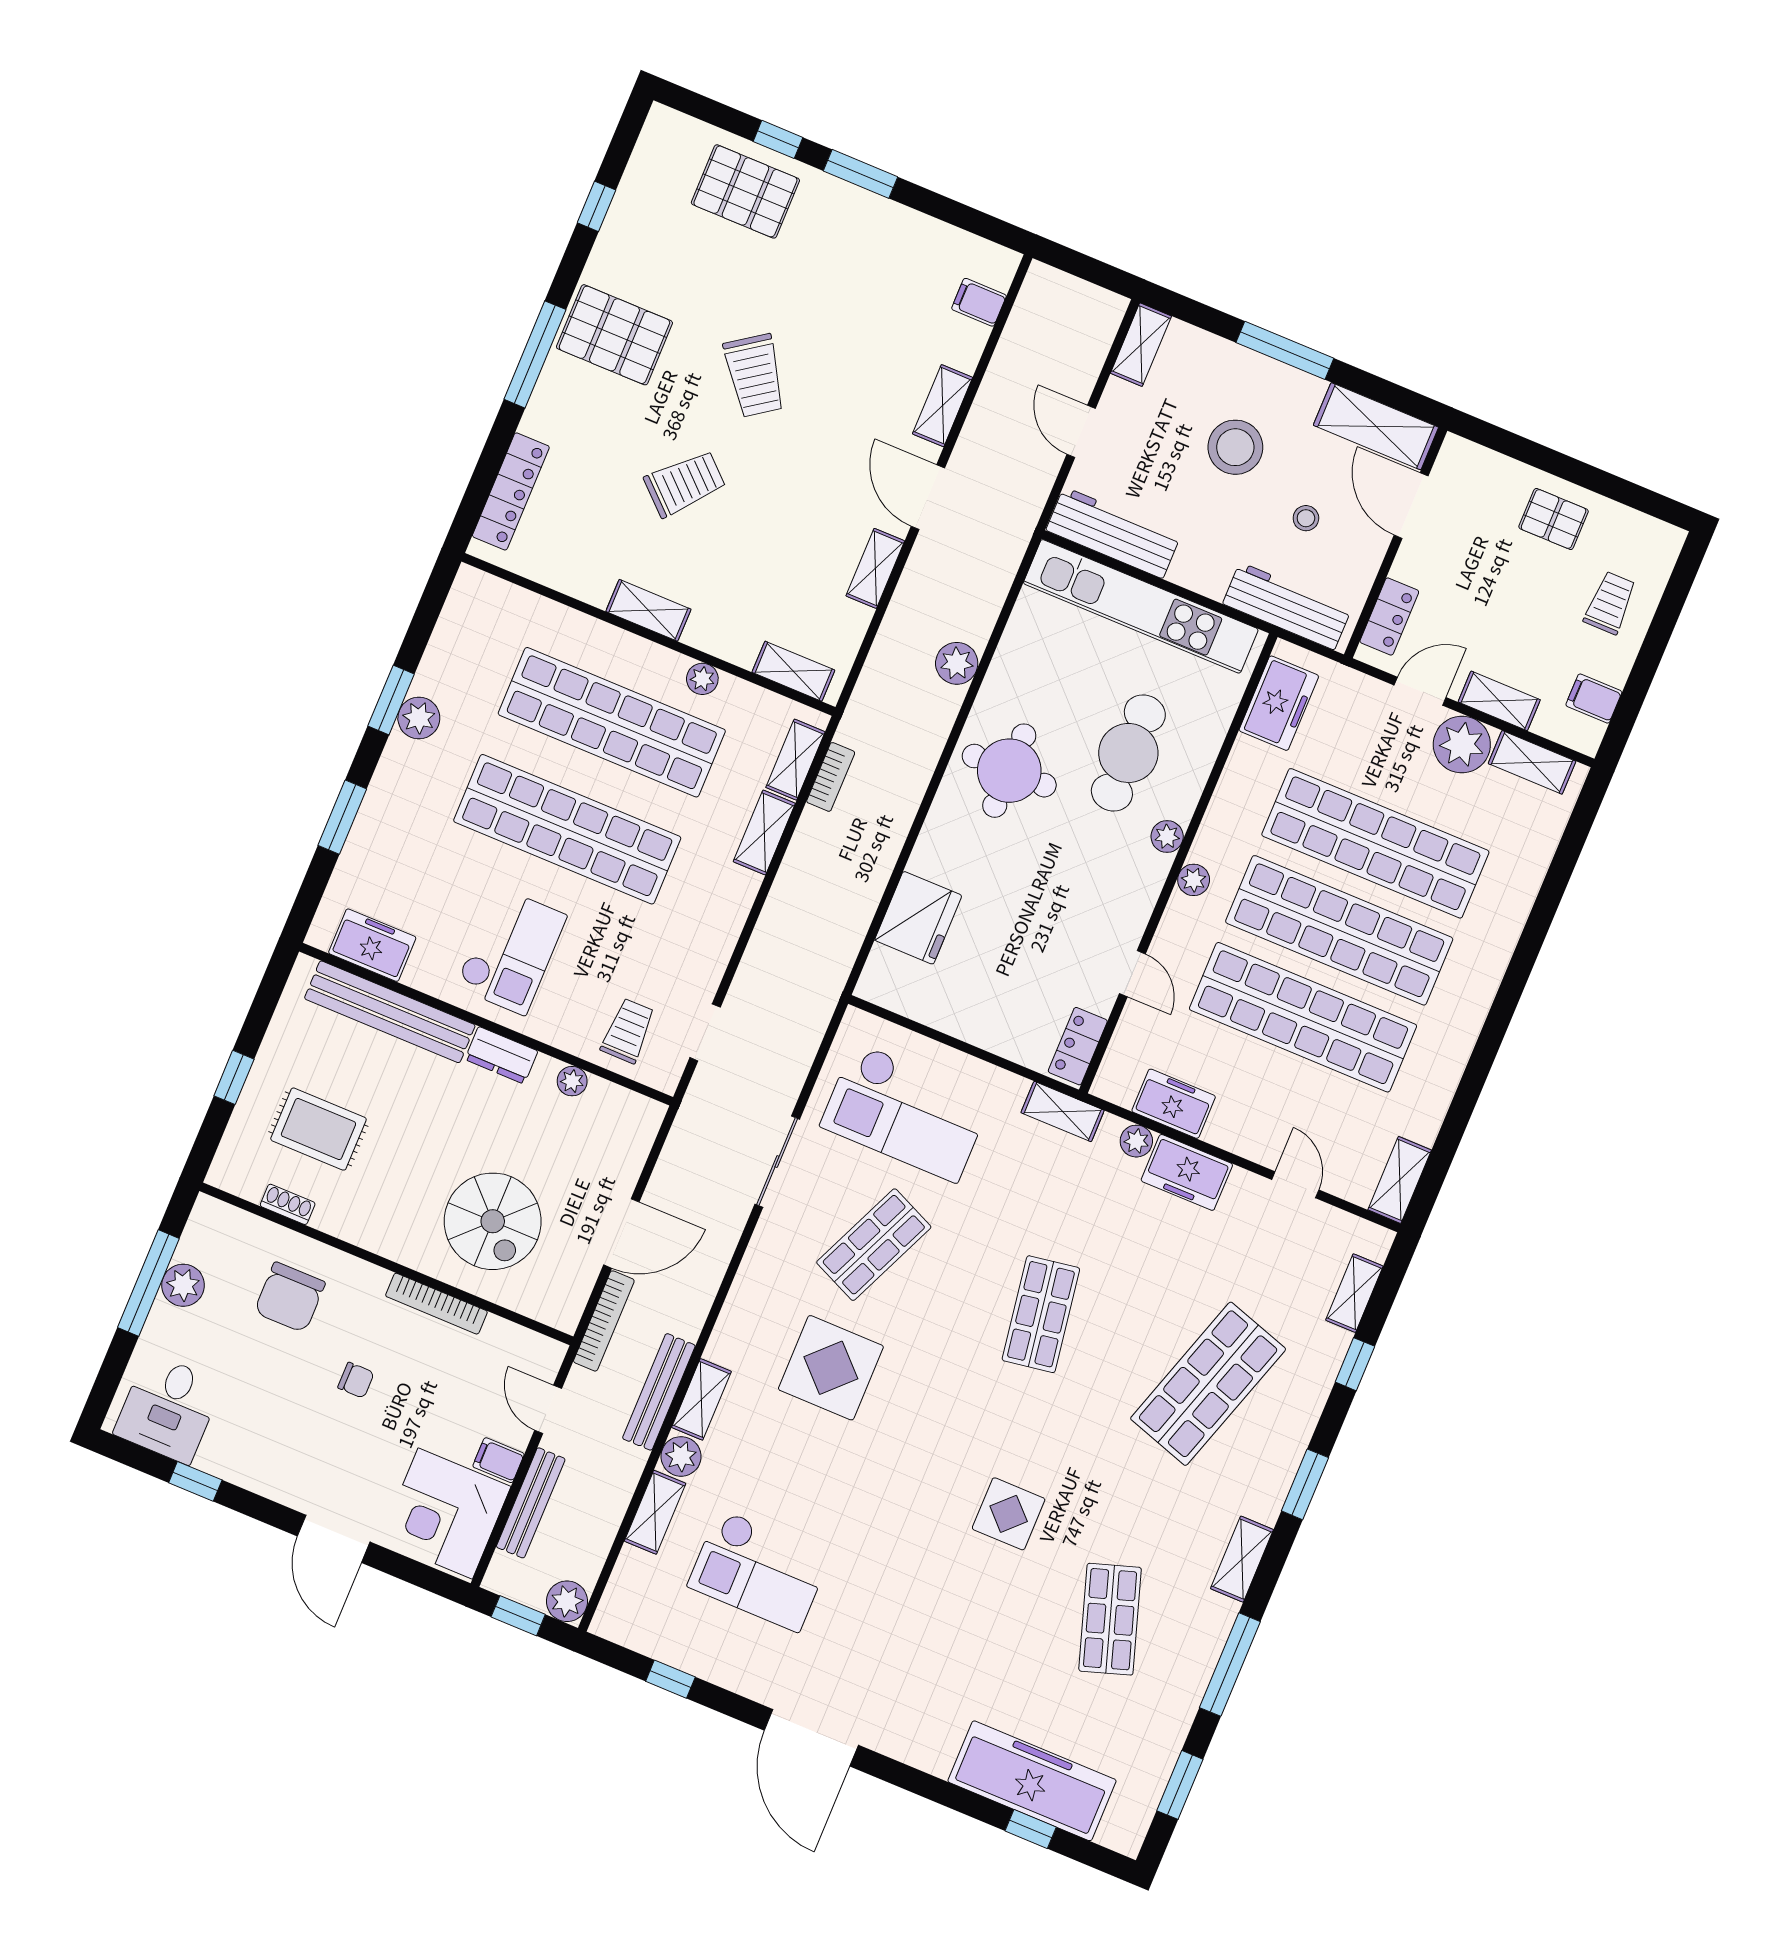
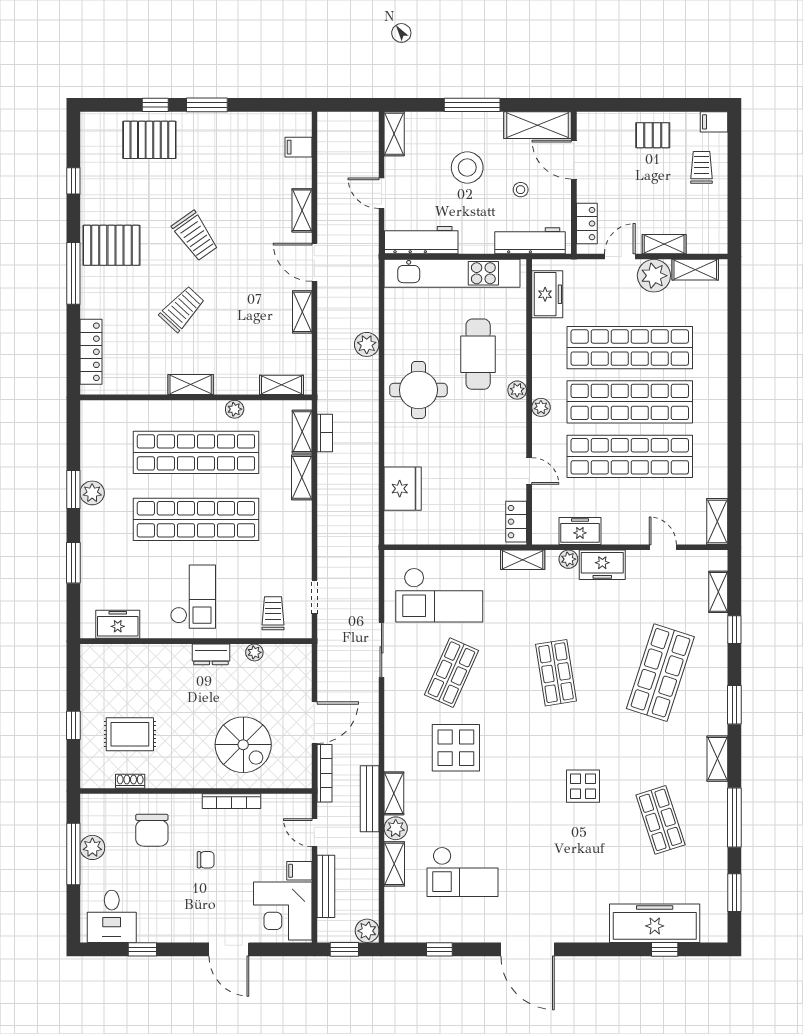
filing cabinet: (1594, 699) -> (714, 122), moved
bench: (390, 1012) -> (142, 656), removed

